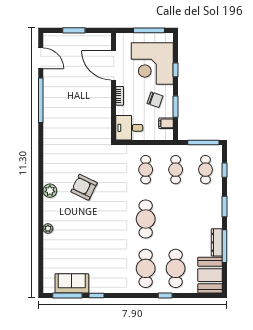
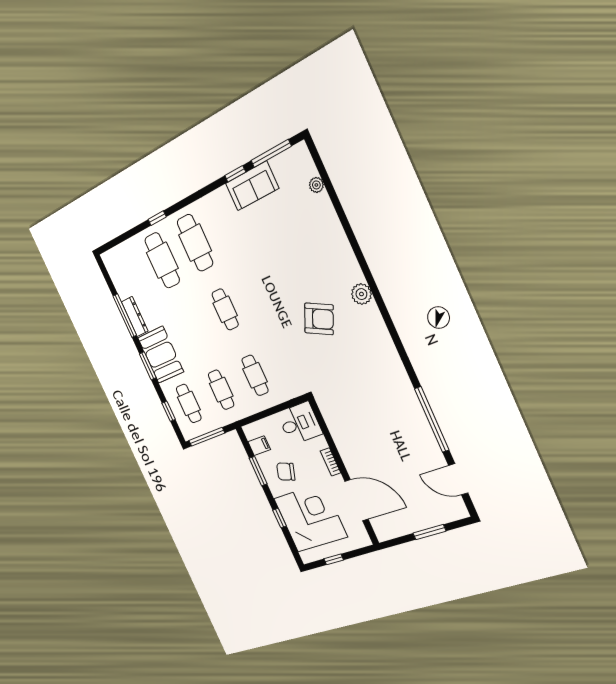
window: (149, 30) -> (334, 559), width x0.46
cafe table: (146, 219) -> (225, 309), width x0.73, depth x0.74
plant: (48, 228) -> (316, 185), moved
booth: (210, 275) -> (161, 355), moved
sofa: (72, 283) -> (252, 186), moved

